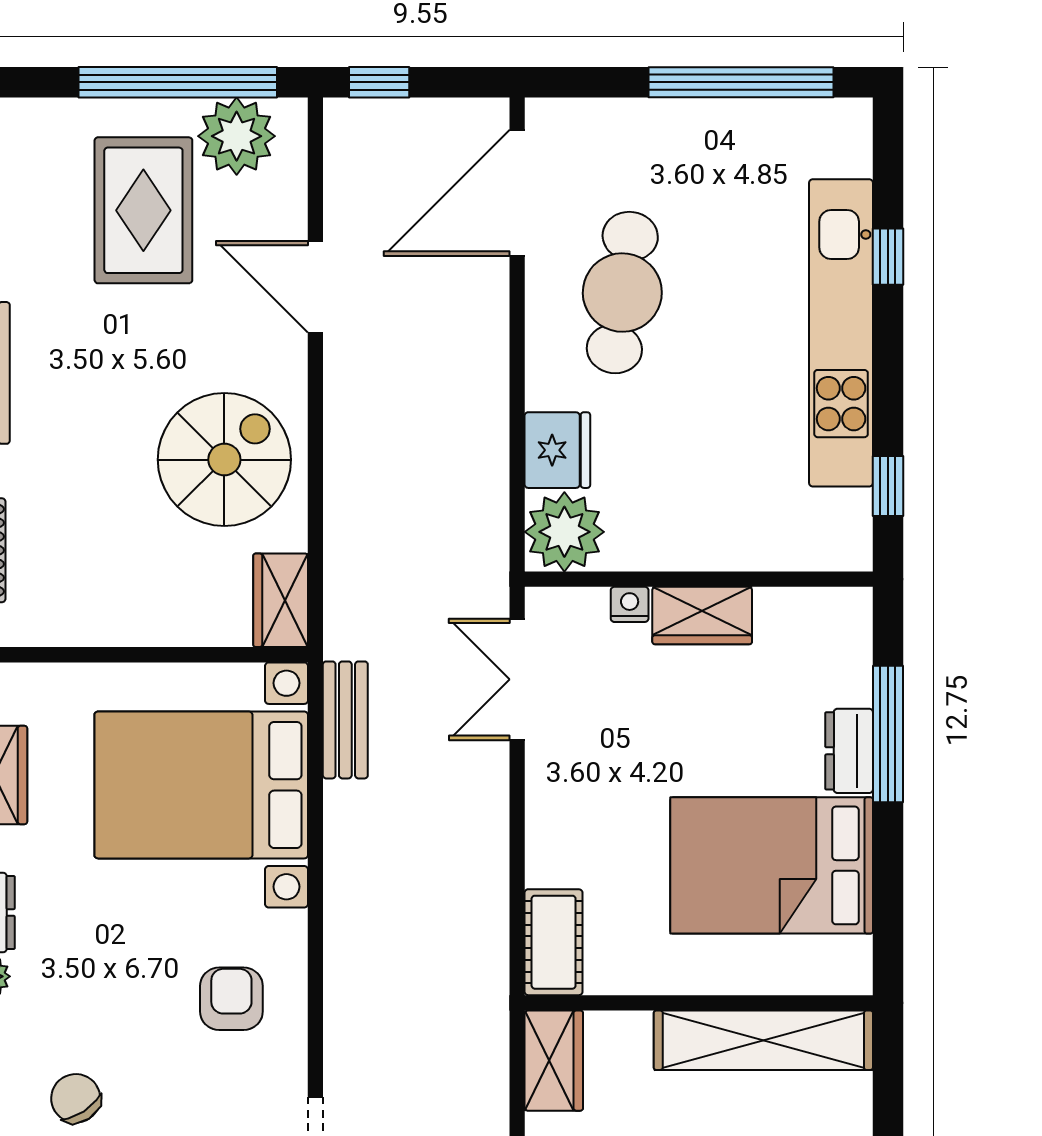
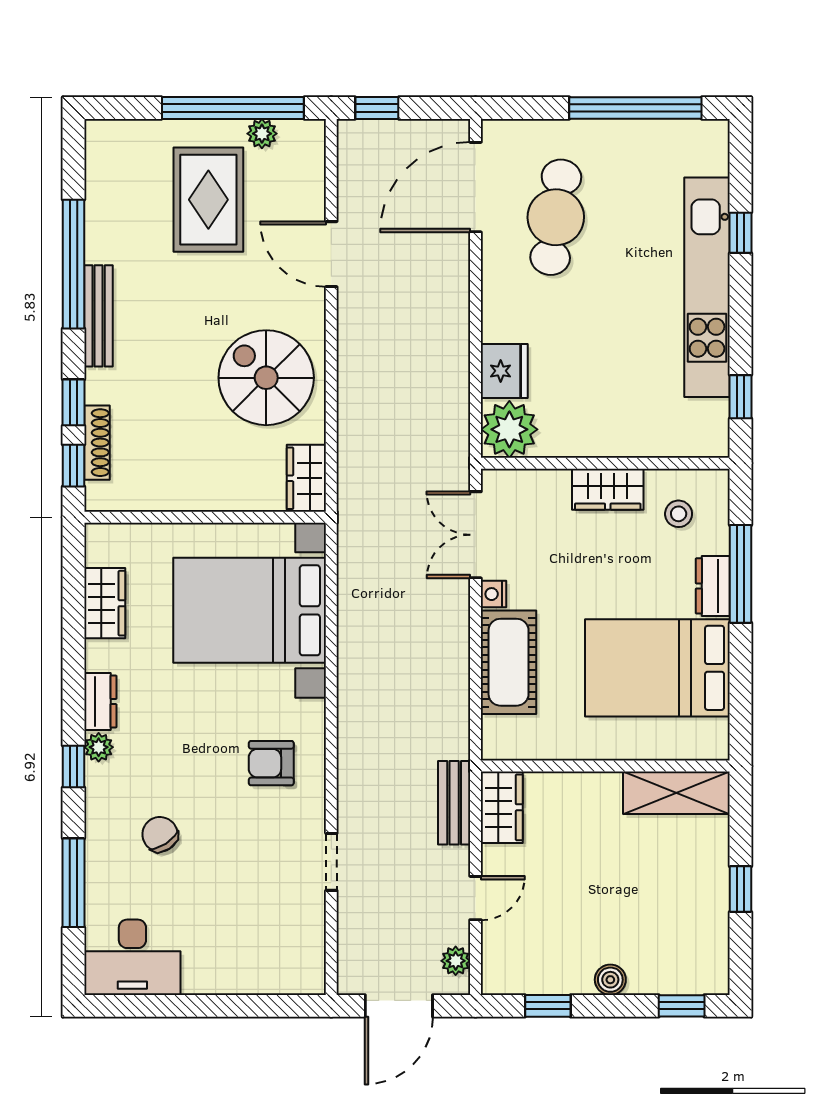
plant: (237, 136) -> (262, 134), width x0.53, depth x0.53
cafe table: (622, 293) -> (556, 217), moved
spiral stairs: (224, 460) -> (266, 378), turned -90
nightstand: (630, 604) -> (494, 594), moved, turned -90
stool: (801, 650) -> (679, 514), added
bench: (345, 720) -> (454, 803), moved
cot: (554, 942) -> (509, 662), moved, width x1.37, depth x1.34
armchair: (231, 999) -> (271, 763), turned -90
shelving: (763, 1040) -> (676, 793), width x0.68

